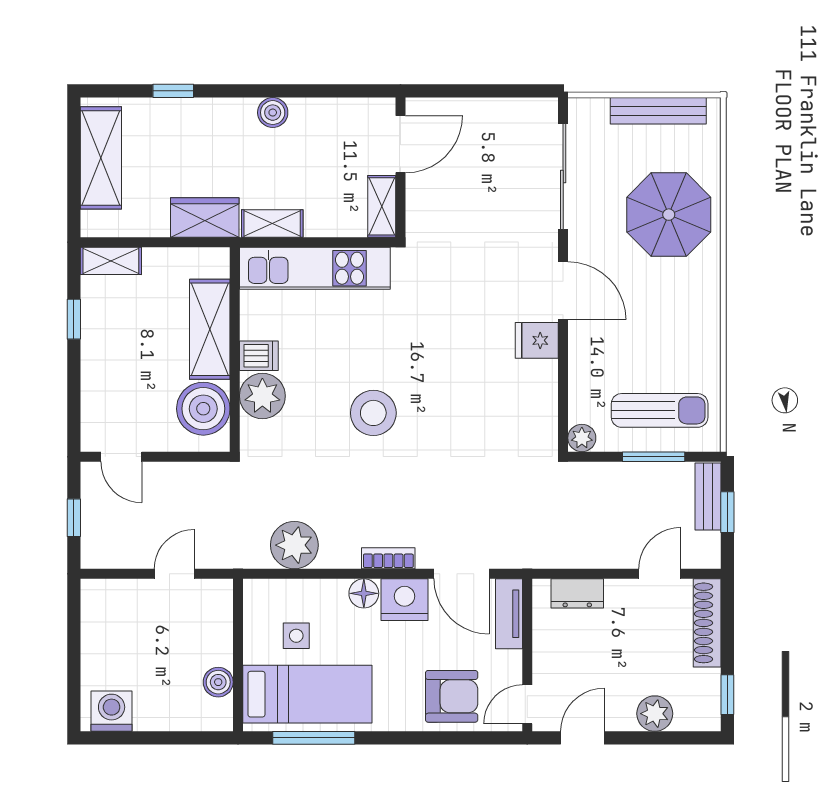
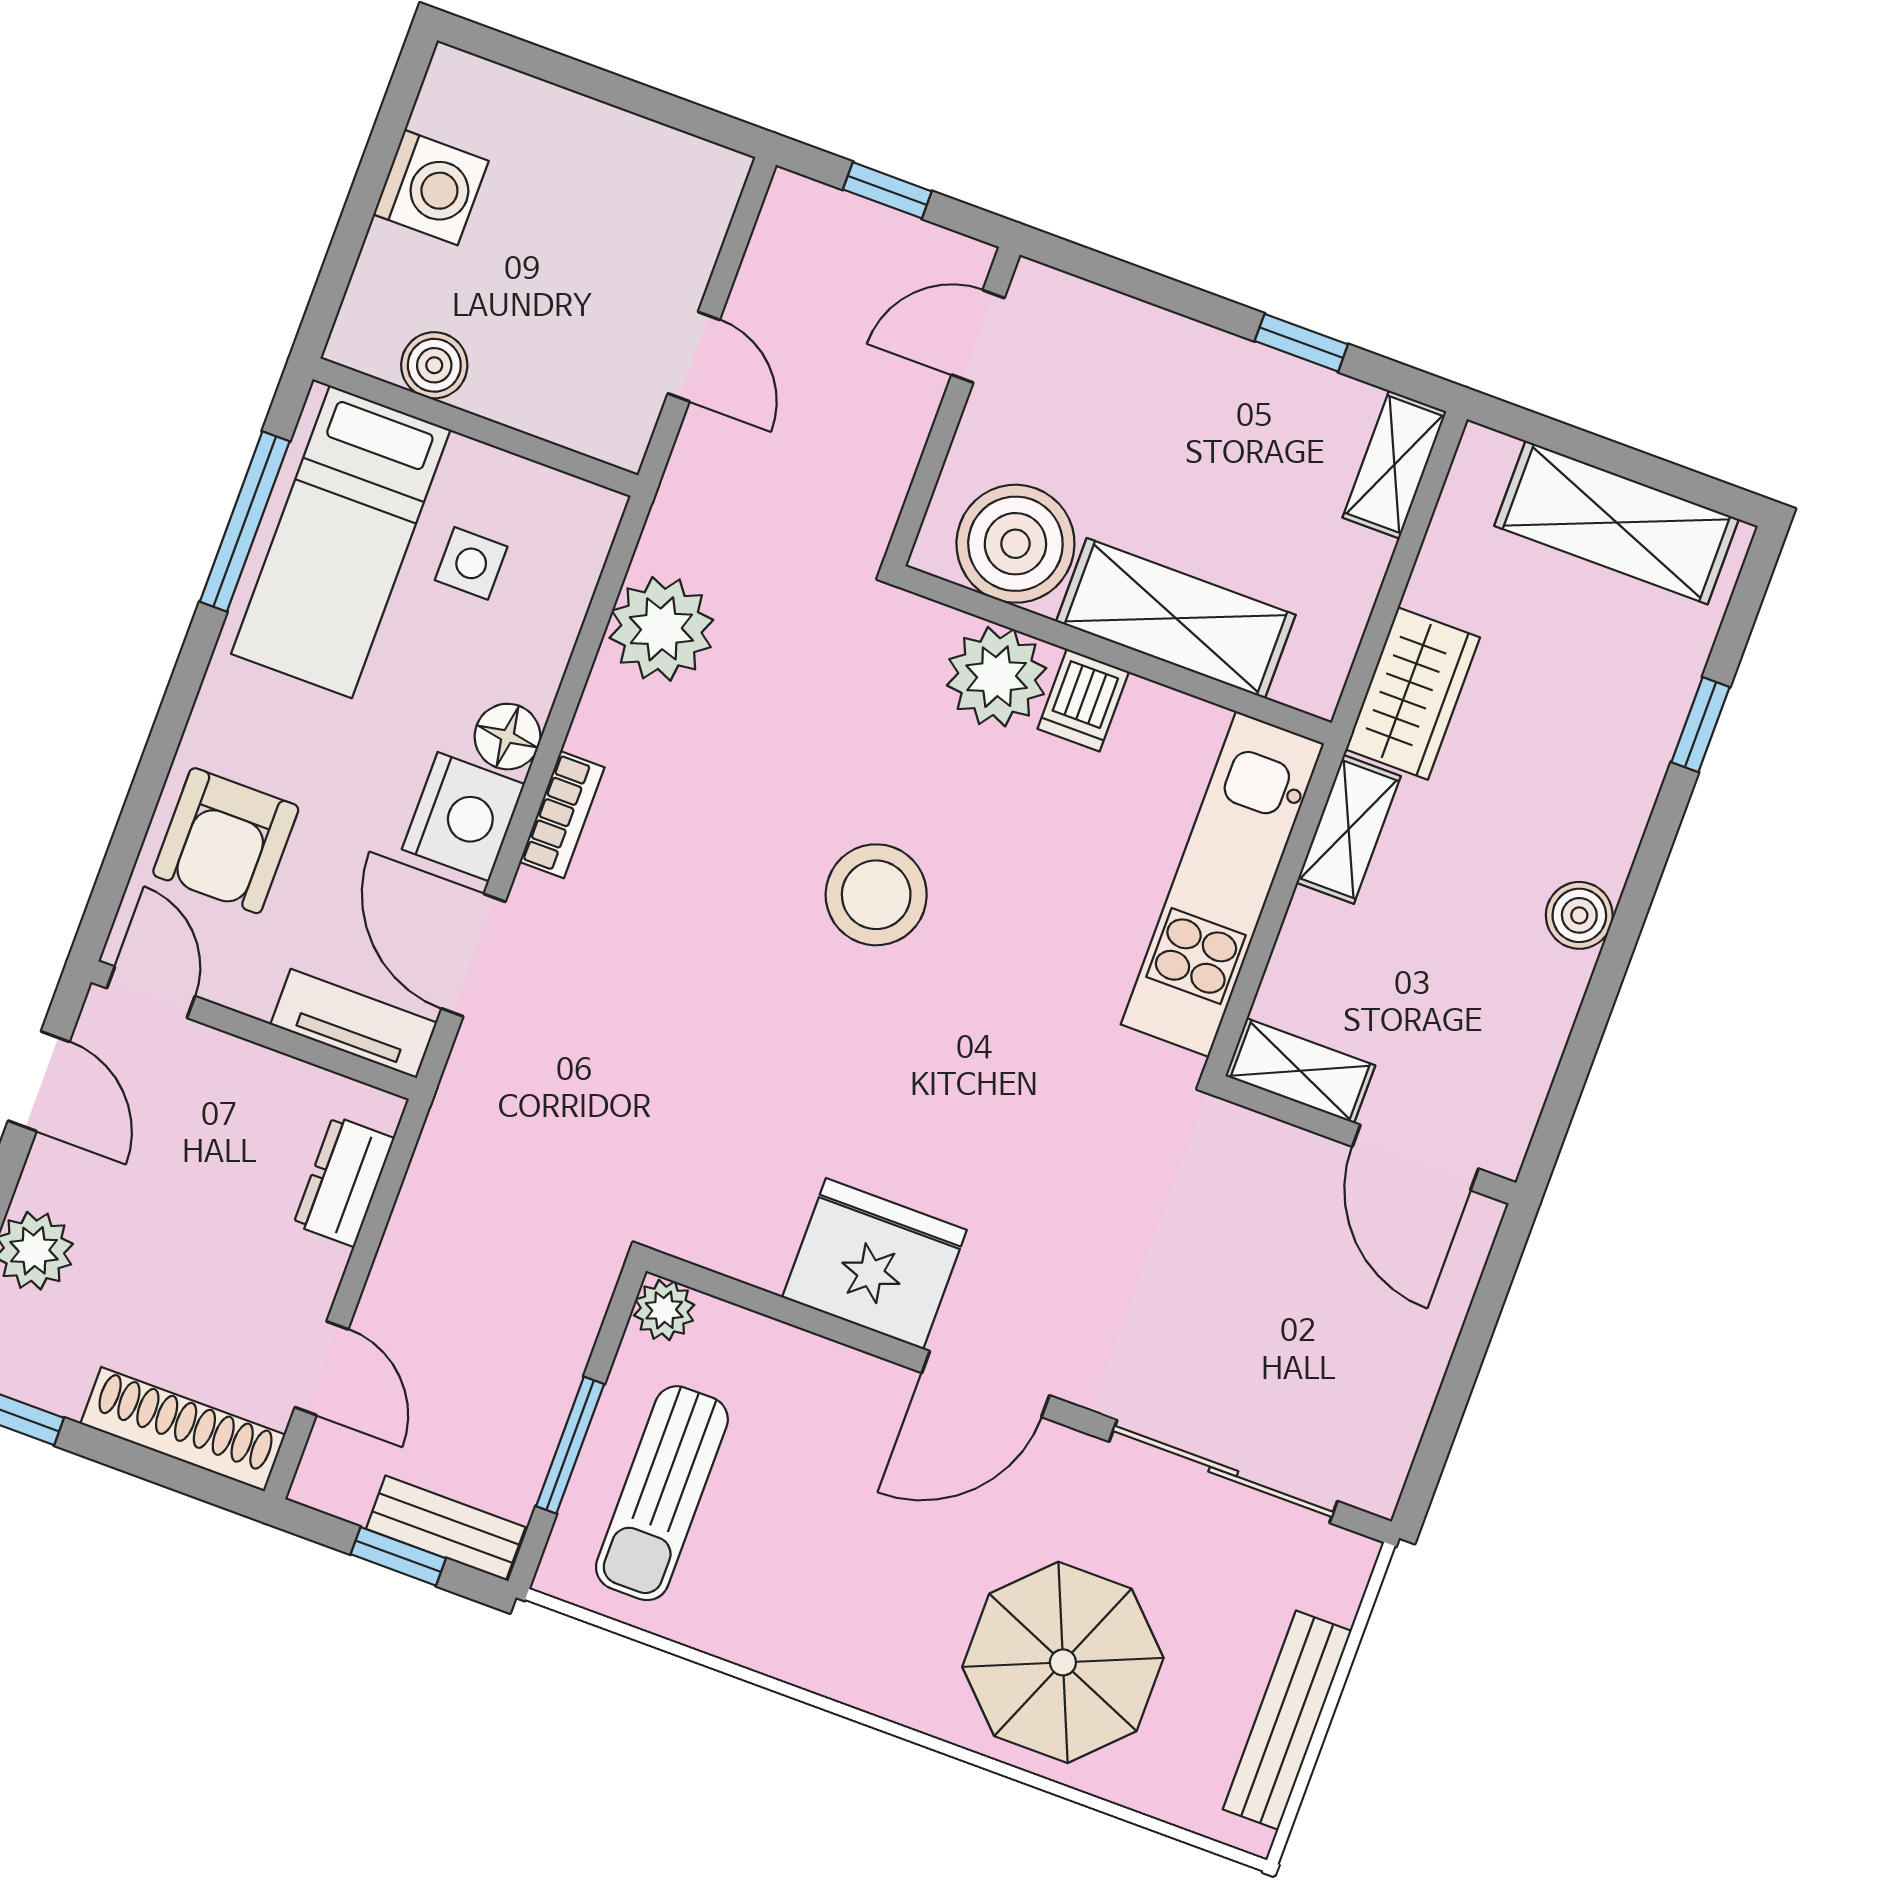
fridge: (537, 340) -> (874, 1264), width x1.88, depth x1.34
door: (461, 574) -> (474, 955), hinge flipped
washing machine: (112, 711) -> (431, 188), moved

